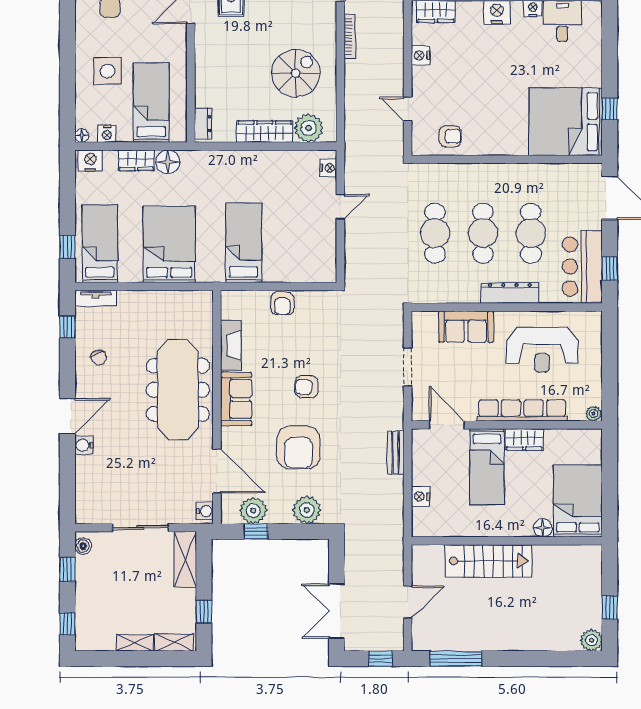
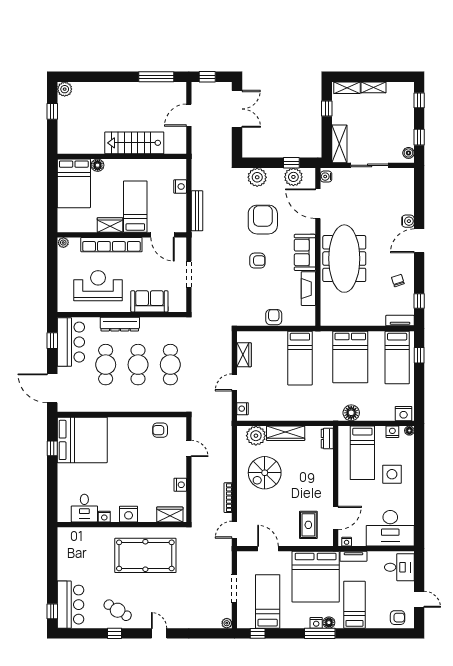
wardrobe: (136, 160) -> (244, 355), moved, turned 90
bench: (396, 453) -> (197, 211), width x1.36

